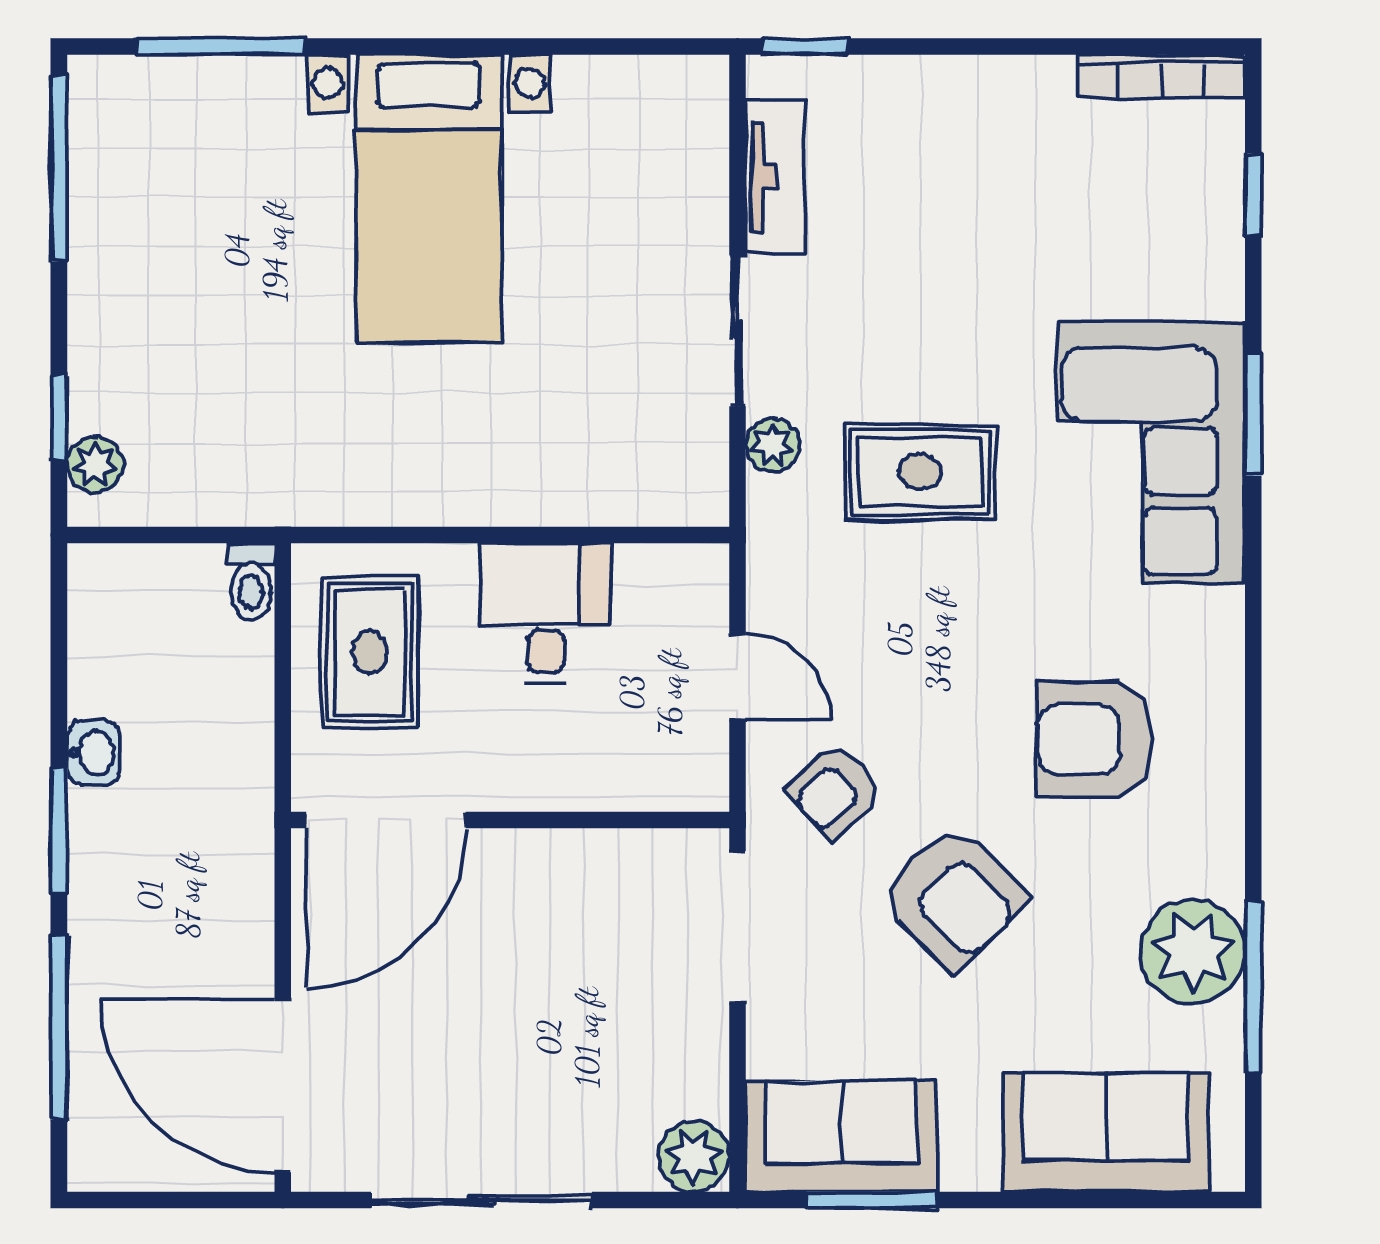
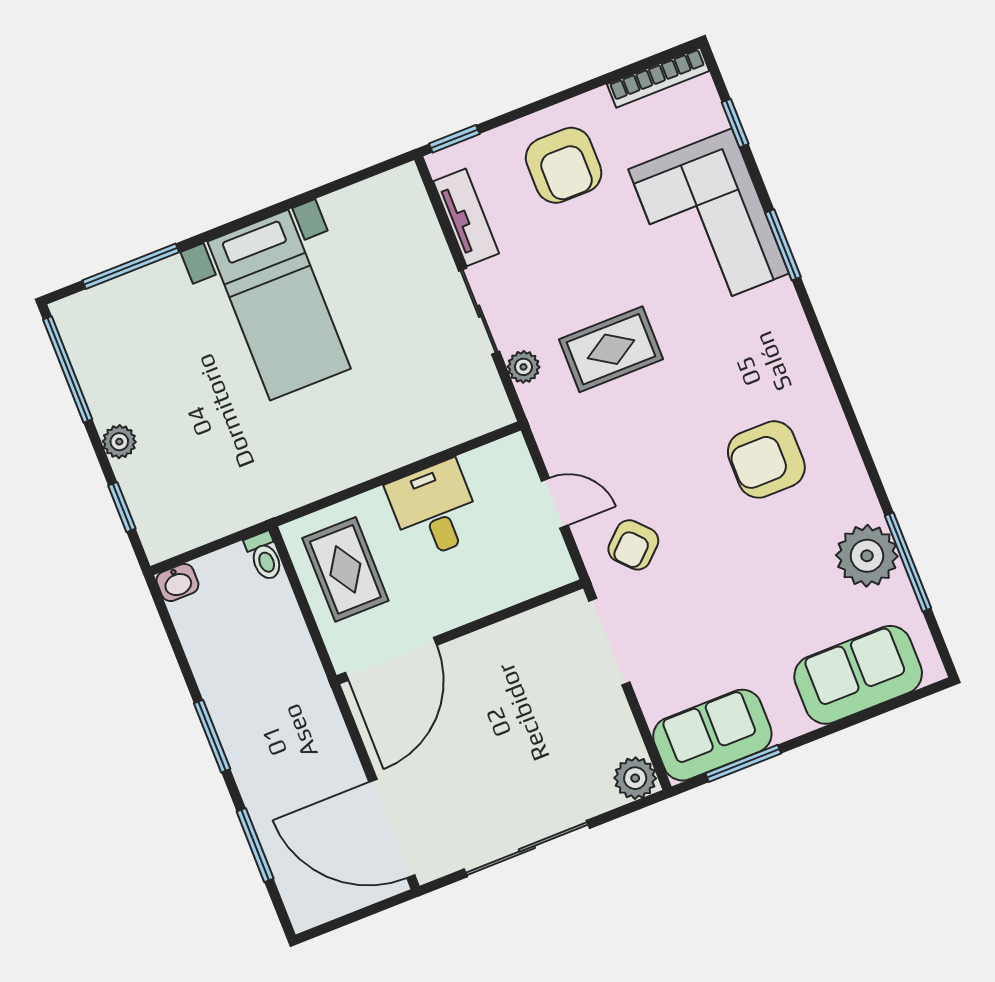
corner sofa: (1151, 453) -> (709, 221), moved
plant: (95, 464) -> (119, 442), moved
washbasin: (93, 753) -> (177, 583), moved, turned 90
armchair: (954, 897) -> (564, 165), moved, turned 45
window: (59, 1027) -> (255, 845), width x0.69

